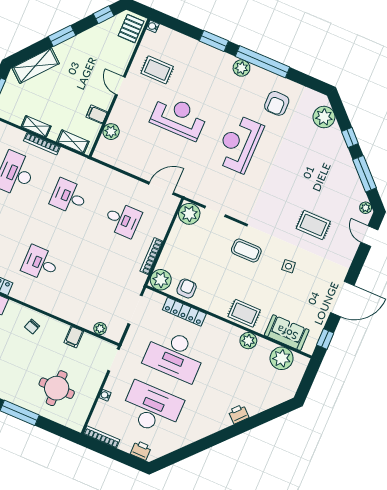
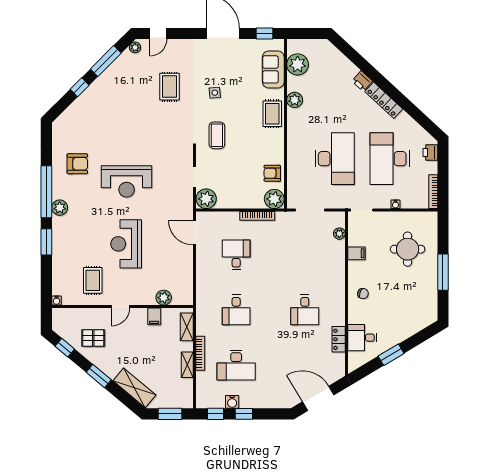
pallet: (131, 29) -> (93, 338), moved
plant: (324, 117) -> (72, 118), removed
locker: (184, 312) -> (384, 100), moved, turned 133

